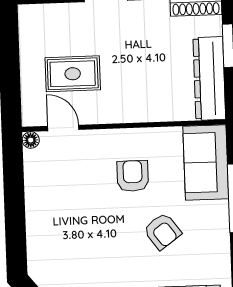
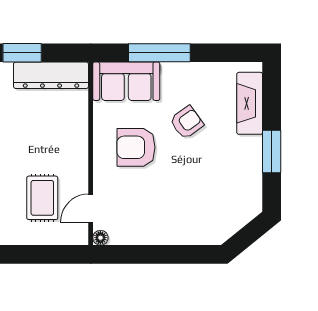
armchair: (133, 176) -> (136, 147), width x1.38, depth x1.38

